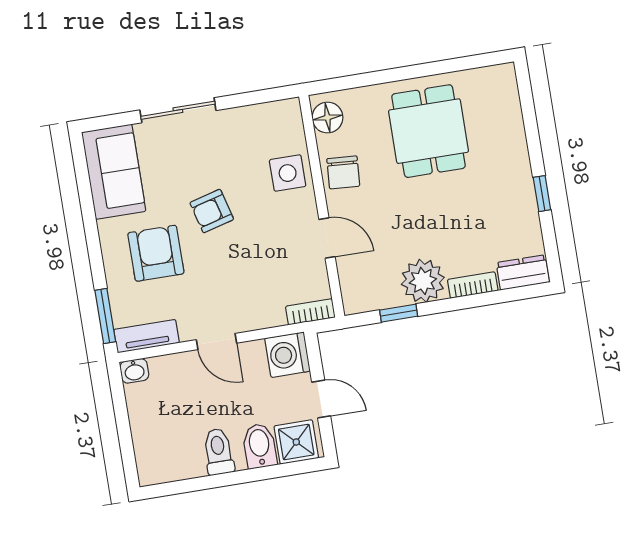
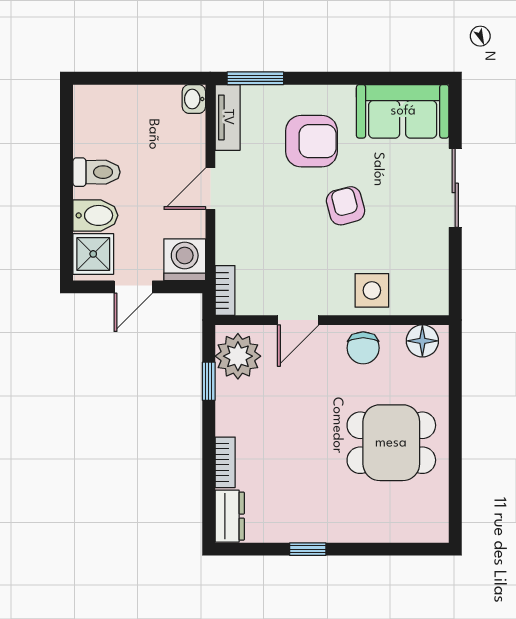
chair: (343, 172) -> (363, 348), turned -94
plant: (423, 281) -> (238, 356), moved

